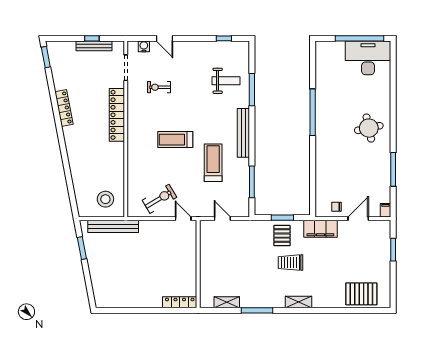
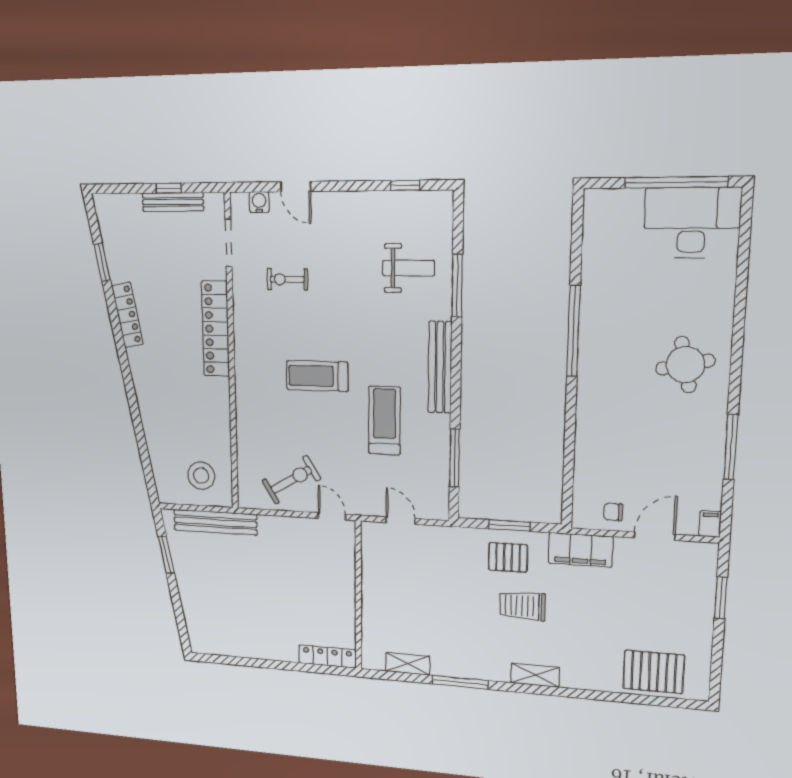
window: (46, 57) -> (102, 262), moved
pallet: (282, 236) -> (508, 557), turned 90

